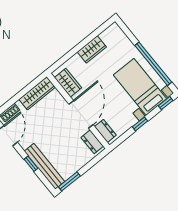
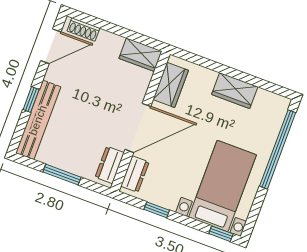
window: (153, 64) -> (278, 149), moved
wardrobe: (37, 93) -> (140, 55), width x0.67
window: (140, 124) -> (157, 210), moved
window: (69, 181) -> (62, 175), moved

